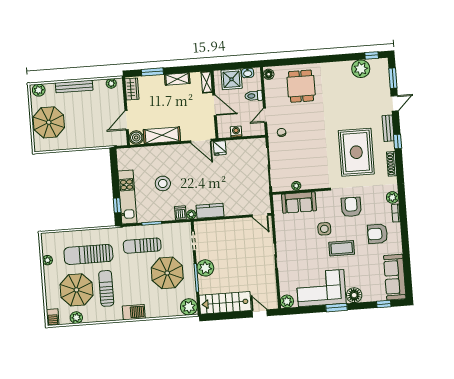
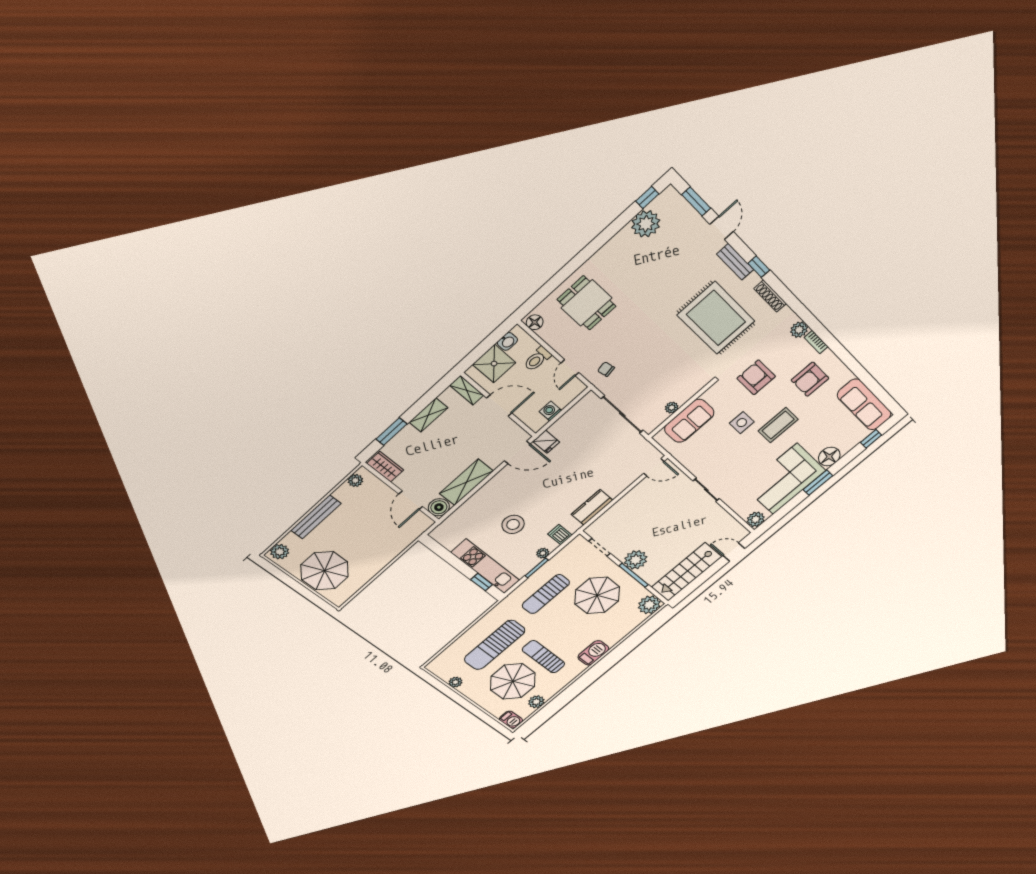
plant: (191, 214) -> (543, 553), moved

